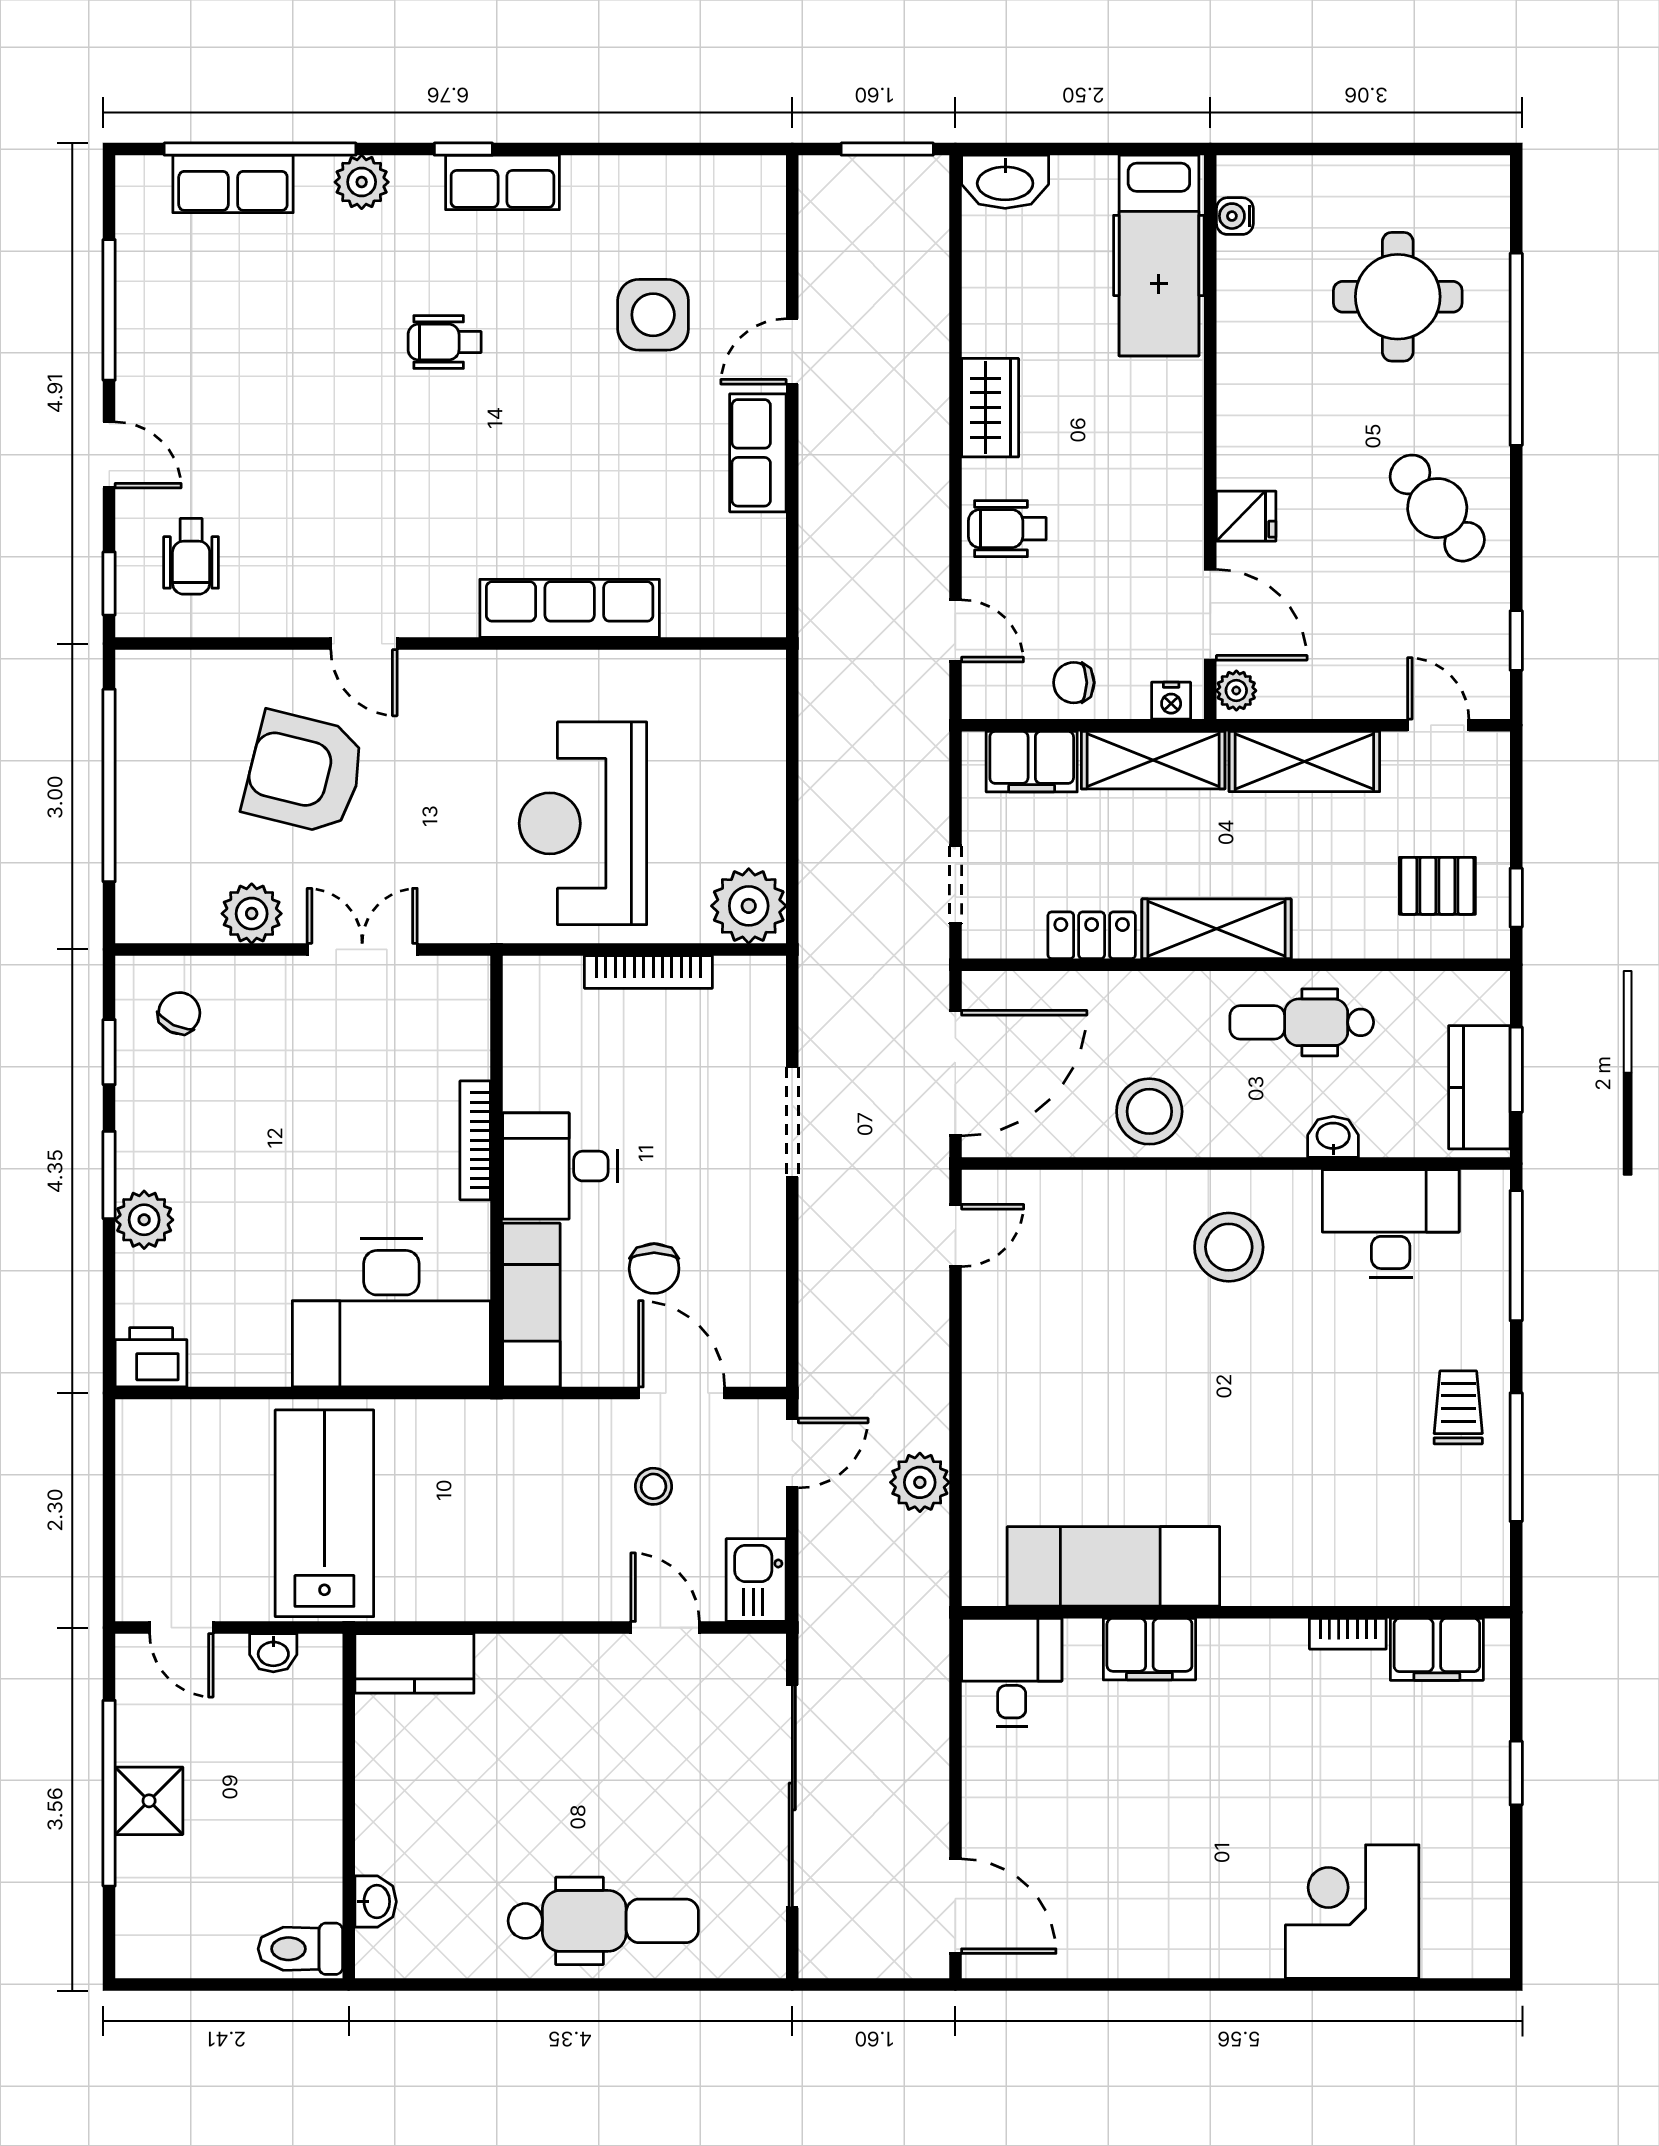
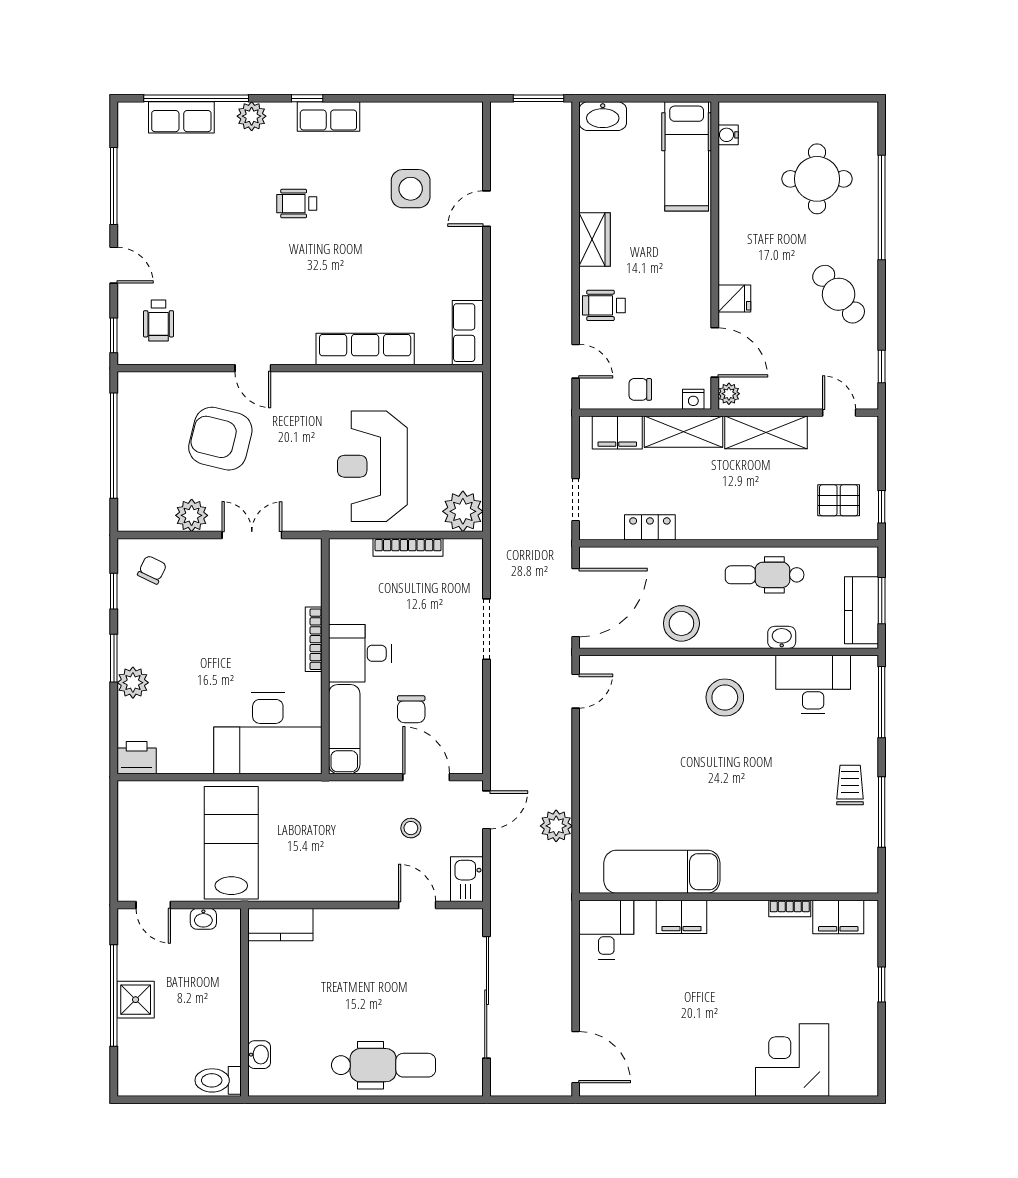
row of seats: (758, 453) -> (468, 333), moved
shelving: (1217, 929) -> (718, 524), removed

